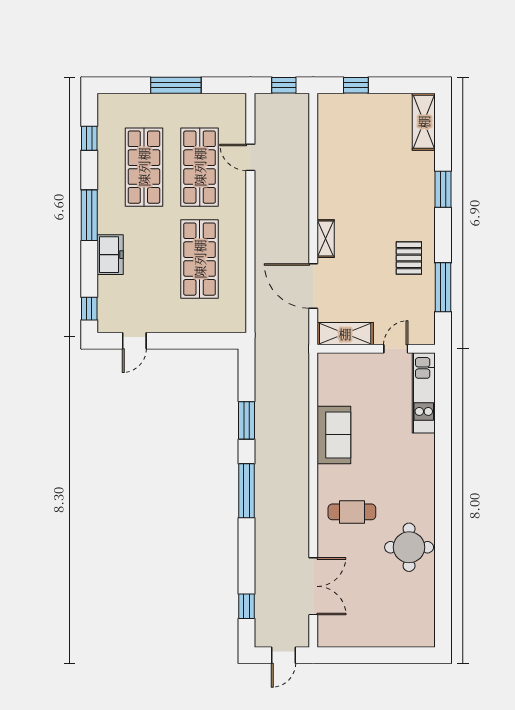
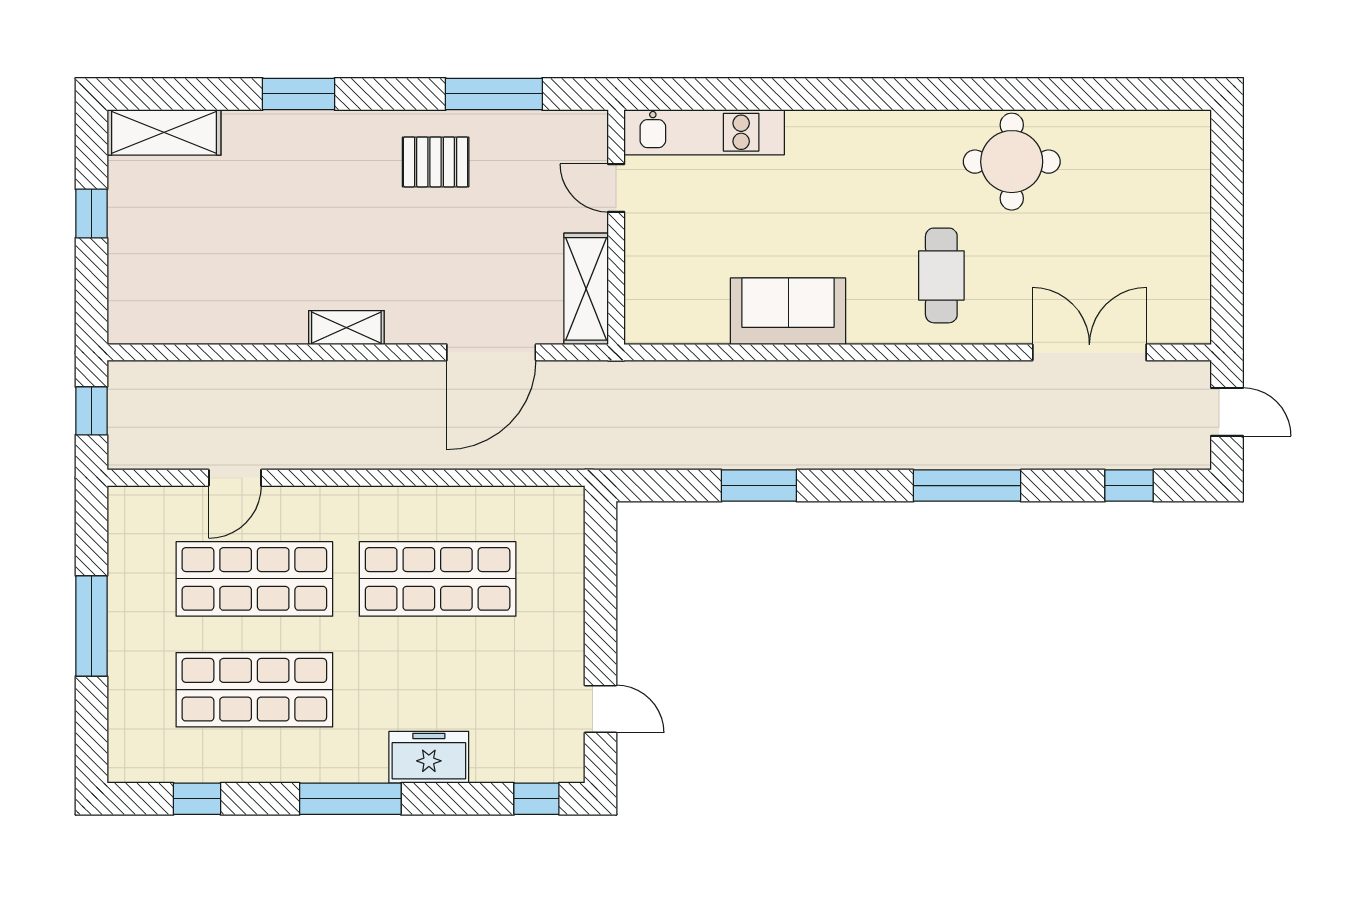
window: (356, 85) -> (91, 213), moved
shelving: (326, 239) -> (346, 328), moved
window: (246, 491) -> (967, 486), moved

